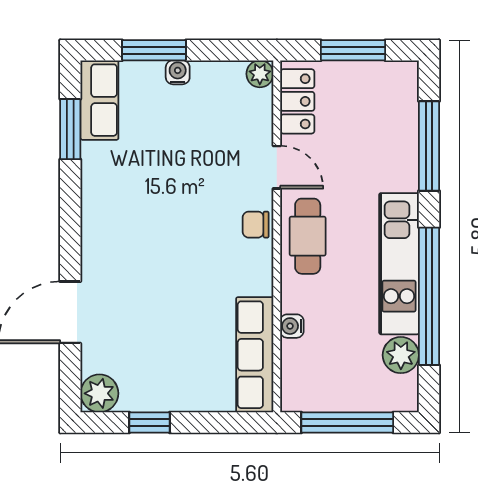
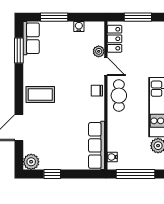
water cooler: (178, 72) -> (79, 27), moved
plant: (260, 74) -> (99, 51), moved
coffee table: (121, 234) -> (40, 95), added
water cooler: (292, 326) -> (112, 157), moved

